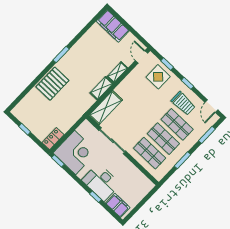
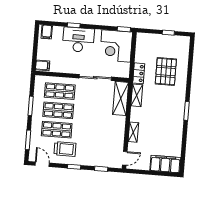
door: (141, 57) -> (125, 158), hinge flipped
display table: (158, 77) -> (100, 154), removed
pallet: (52, 84) -> (166, 71), moved
shelving: (102, 88) -> (137, 95), moved
trolley: (183, 103) -> (65, 149), turned 180
locker: (53, 139) -> (139, 73), moved
filing cabinet: (147, 185) -> (43, 65), added
filing cabinet: (118, 205) -> (47, 32), width x0.50

